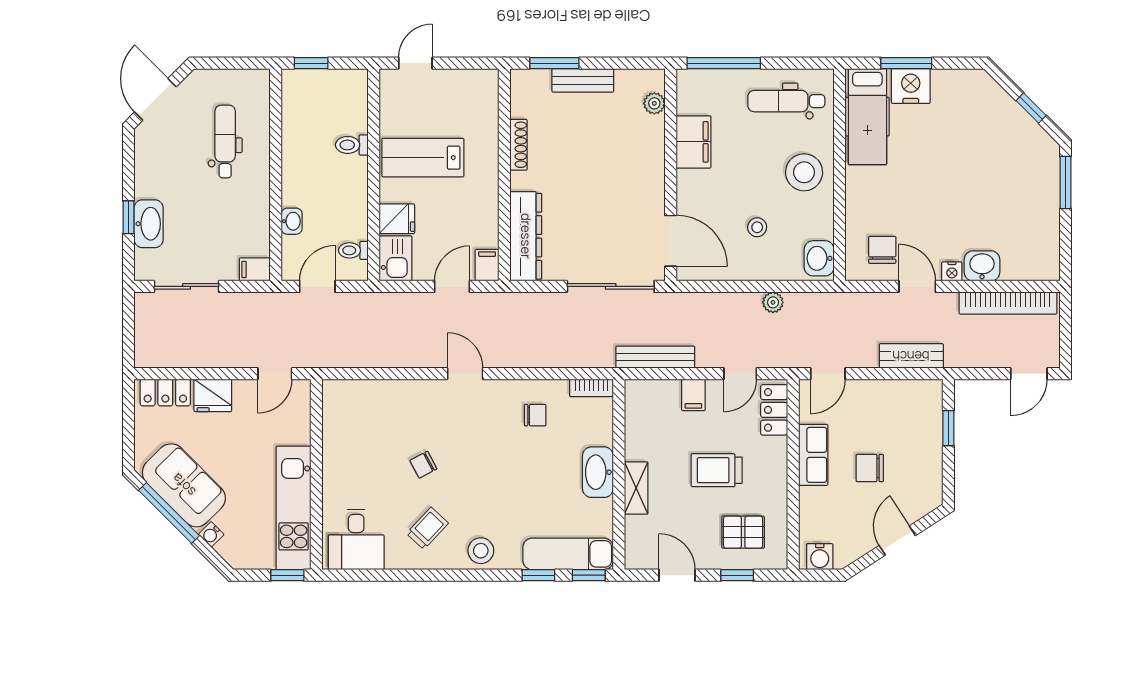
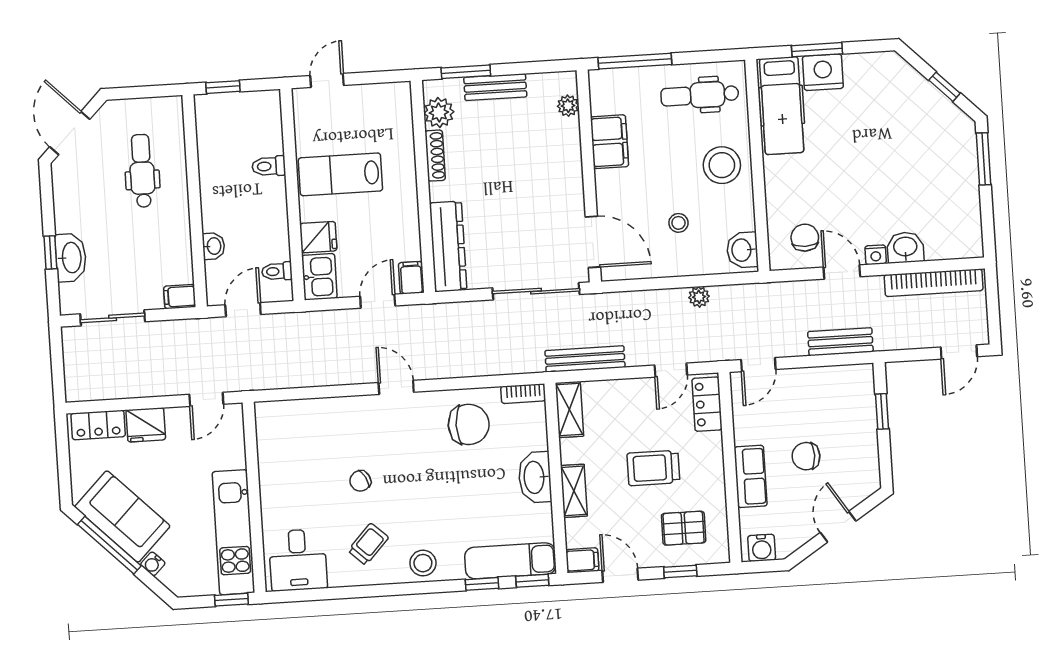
plant: (525, 102) -> (439, 112), added
filing cabinet: (693, 395) -> (582, 560), moved, turned -90
shelving: (637, 407) -> (569, 409), added
chair: (535, 415) -> (469, 424), width x1.87, depth x1.87
row of seats: (813, 455) -> (751, 476), moved

